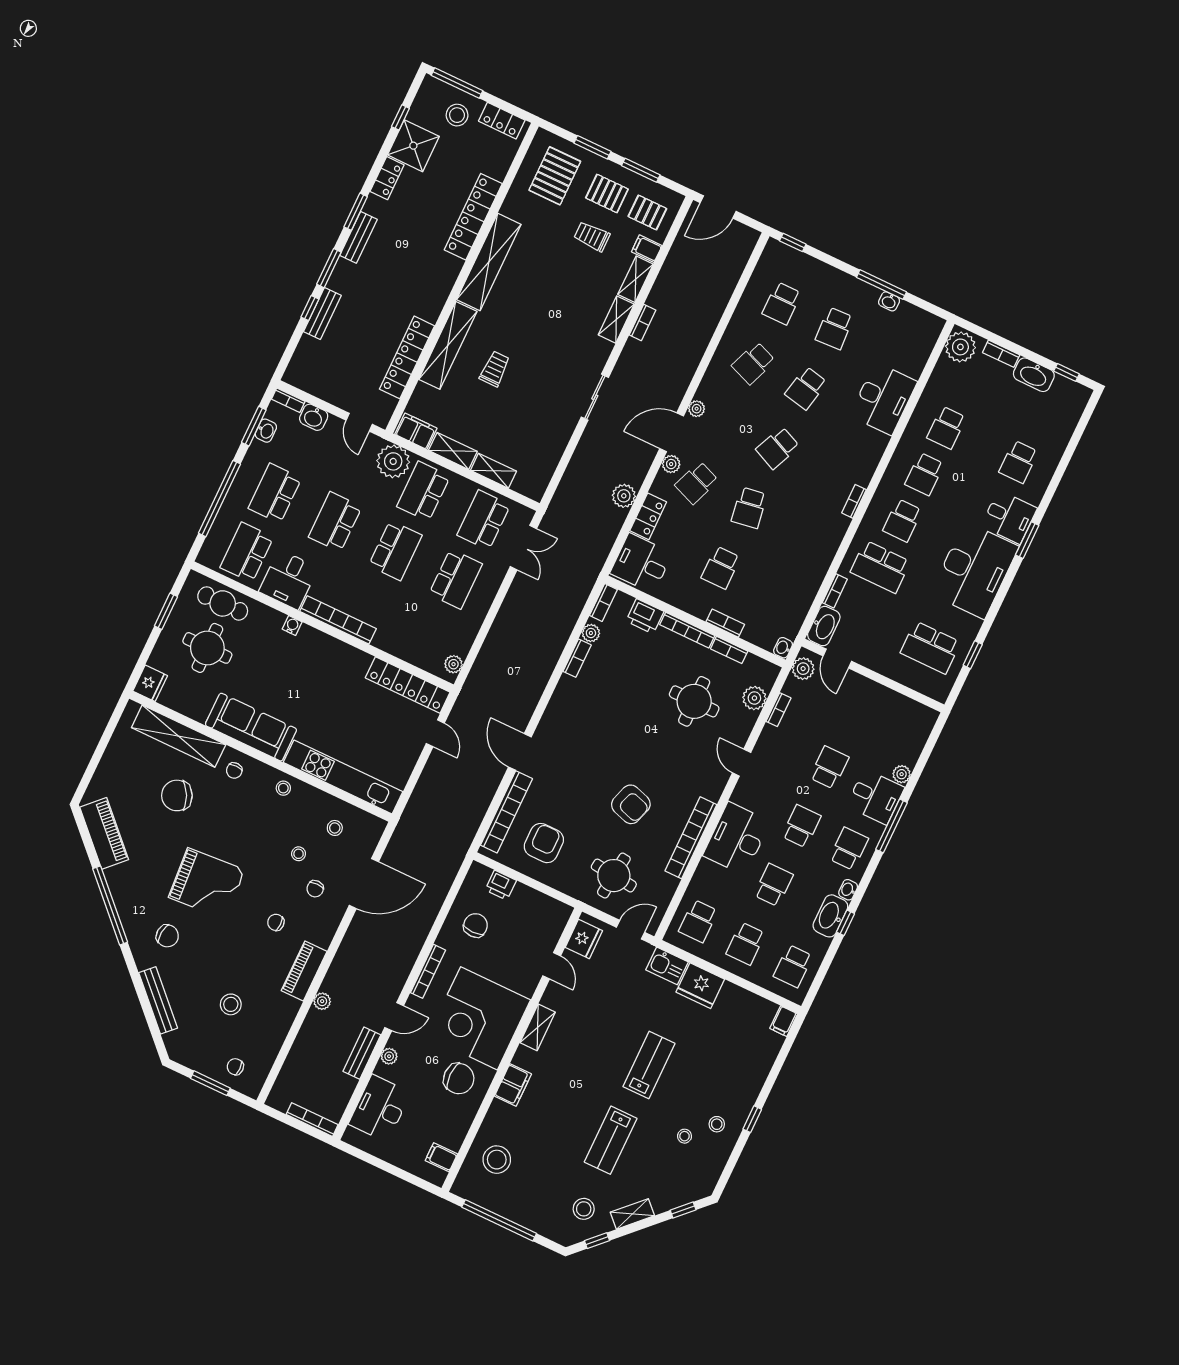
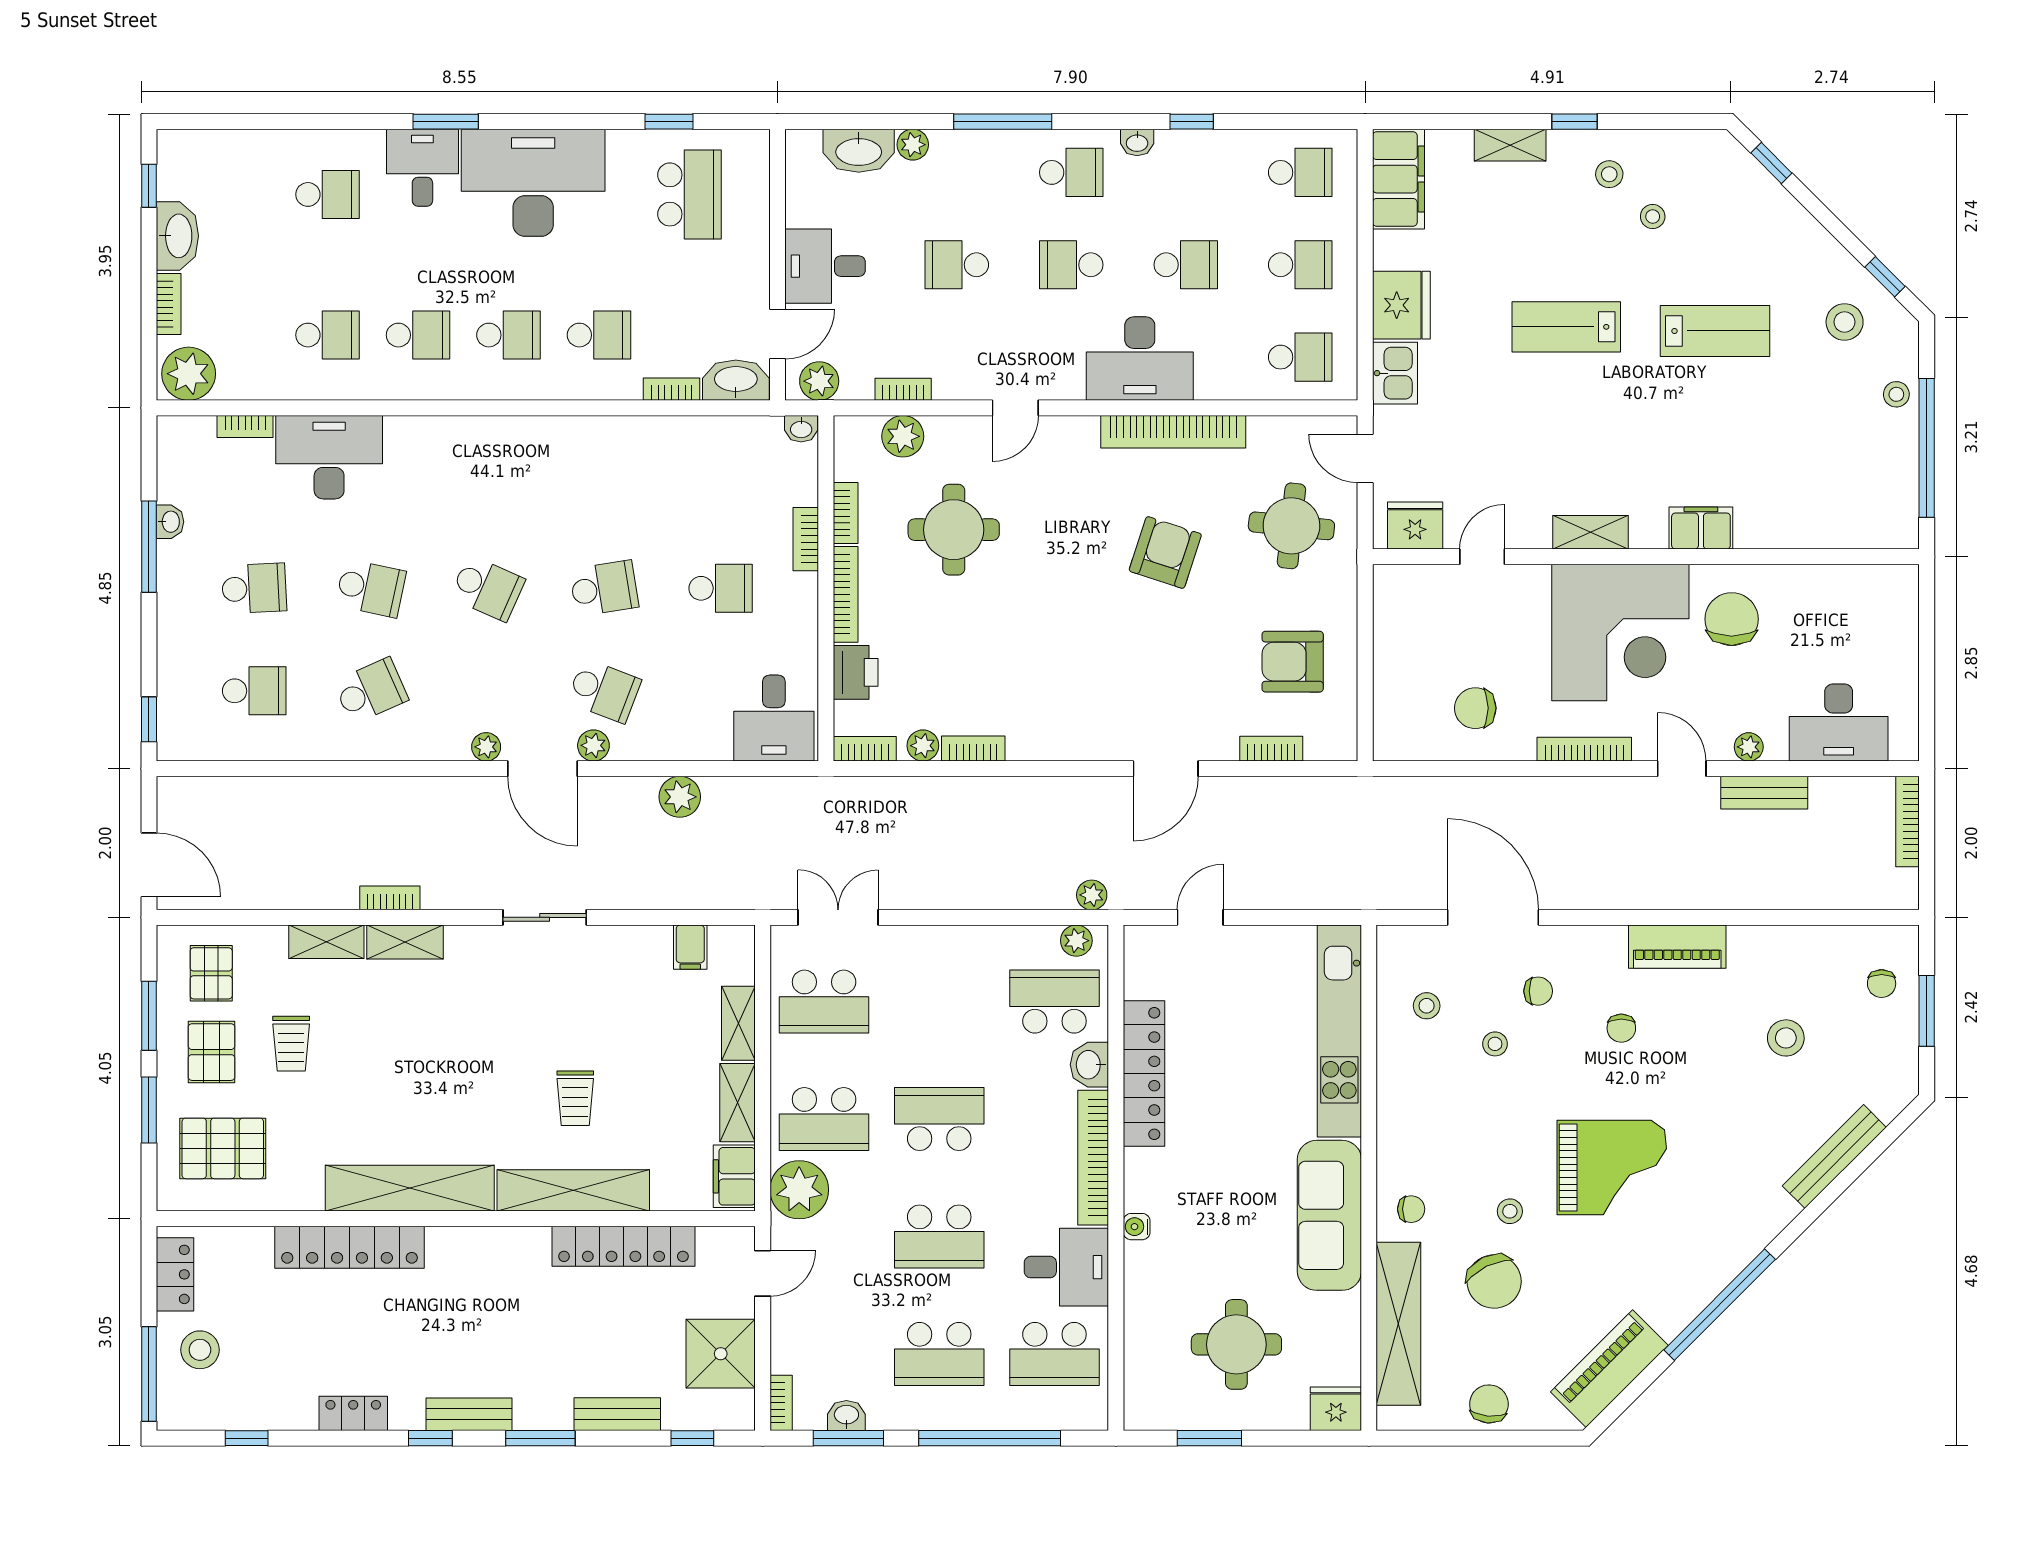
shower: (413, 146) -> (721, 1354), moved
window: (356, 212) -> (430, 1438), width x0.67
filing cabinet: (647, 249) -> (690, 947), moved
window: (310, 308) -> (692, 1438), moved
school desk: (753, 363) -> (371, 691), turned -45
trolley: (495, 369) -> (575, 1098), turned -90
washbasin: (314, 417) -> (1089, 1065), moved, turned 180
bookcase: (854, 501) -> (245, 426), moved
locker: (648, 516) -> (694, 743), removed
school desk: (880, 567) -> (599, 335), width x0.54
school desk: (456, 579) -> (1054, 1002), moved
cafe table: (223, 603) -> (1154, 1354), removed
locker: (408, 685) -> (1144, 1074), moved
stool: (283, 788) -> (1510, 1211), moved
desk: (875, 797) -> (825, 266), moved, turned -90
bookcase: (506, 812) -> (1271, 749), width x0.43, depth x0.76
school desk: (849, 849) -> (1071, 172), turned 180
grand piano: (207, 884) -> (1612, 1168), turned 94
printer: (501, 885) -> (1392, 698), removed
school desk: (773, 885) -> (1186, 265), turned 180
washbasin: (830, 916) -> (859, 151), moved
chair: (167, 936) -> (1489, 1404), moved
plant: (322, 1001) -> (1092, 895), moved
filing cabinet: (784, 1021) -> (1398, 179), width x3.00, depth x1.17
filing cabinet: (441, 1157) -> (1870, 587), removed
stool: (497, 1160) -> (1896, 394), moved, width x0.53, depth x0.53
shelving: (632, 1214) -> (1510, 145), moved, turned -45

